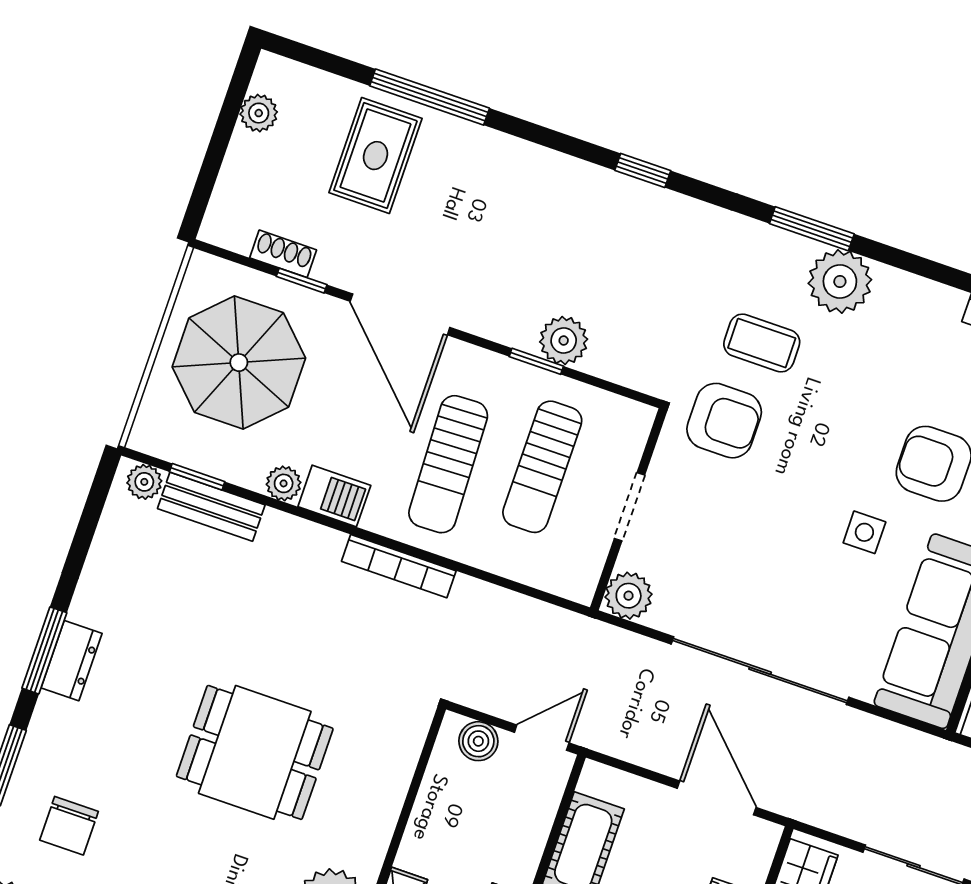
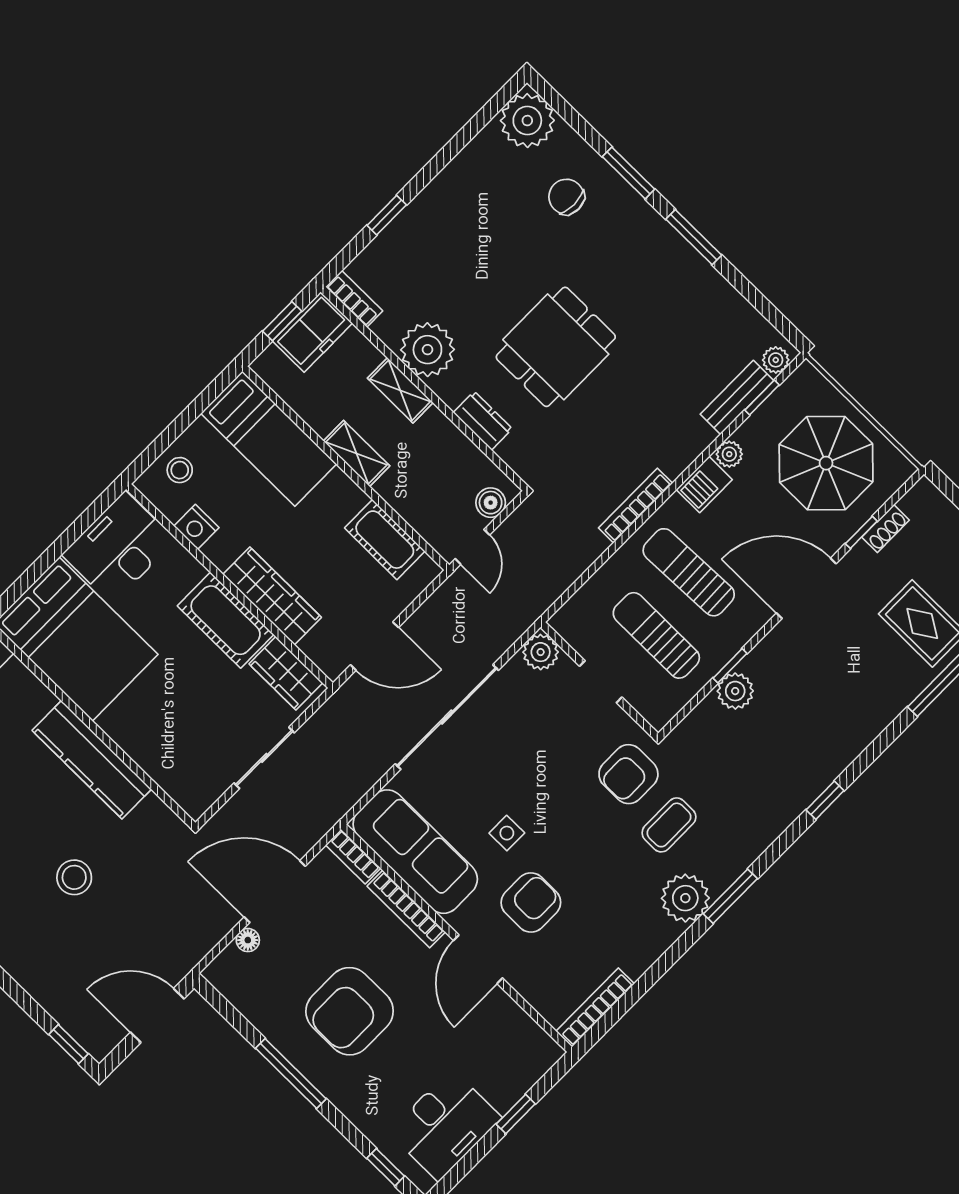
dresser: (72, 661) -> (483, 421), moved, turned 180

